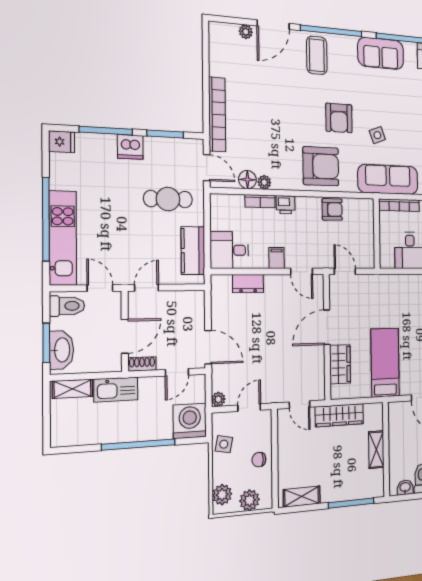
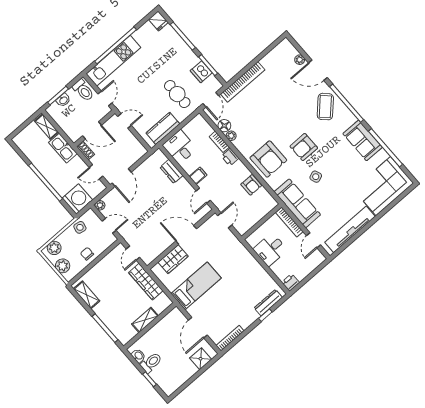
coffee table: (317, 55) -> (325, 107), turned -46
dishwasher: (130, 147) -> (201, 72), moved
washbasin: (61, 350) -> (63, 100), width x0.52, depth x0.69

